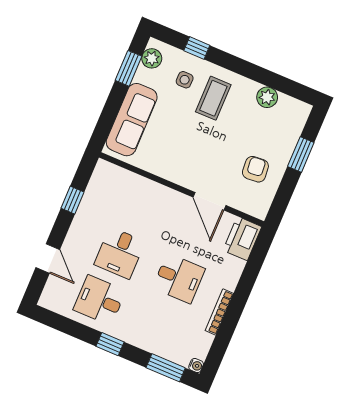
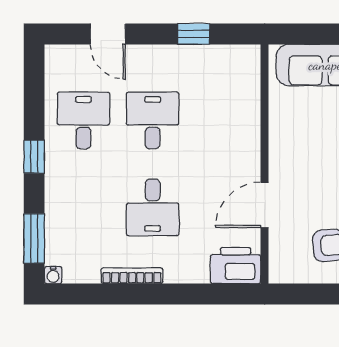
desk: (120, 253) -> (153, 120), turned 90
door: (48, 259) -> (108, 34), hinge flipped

